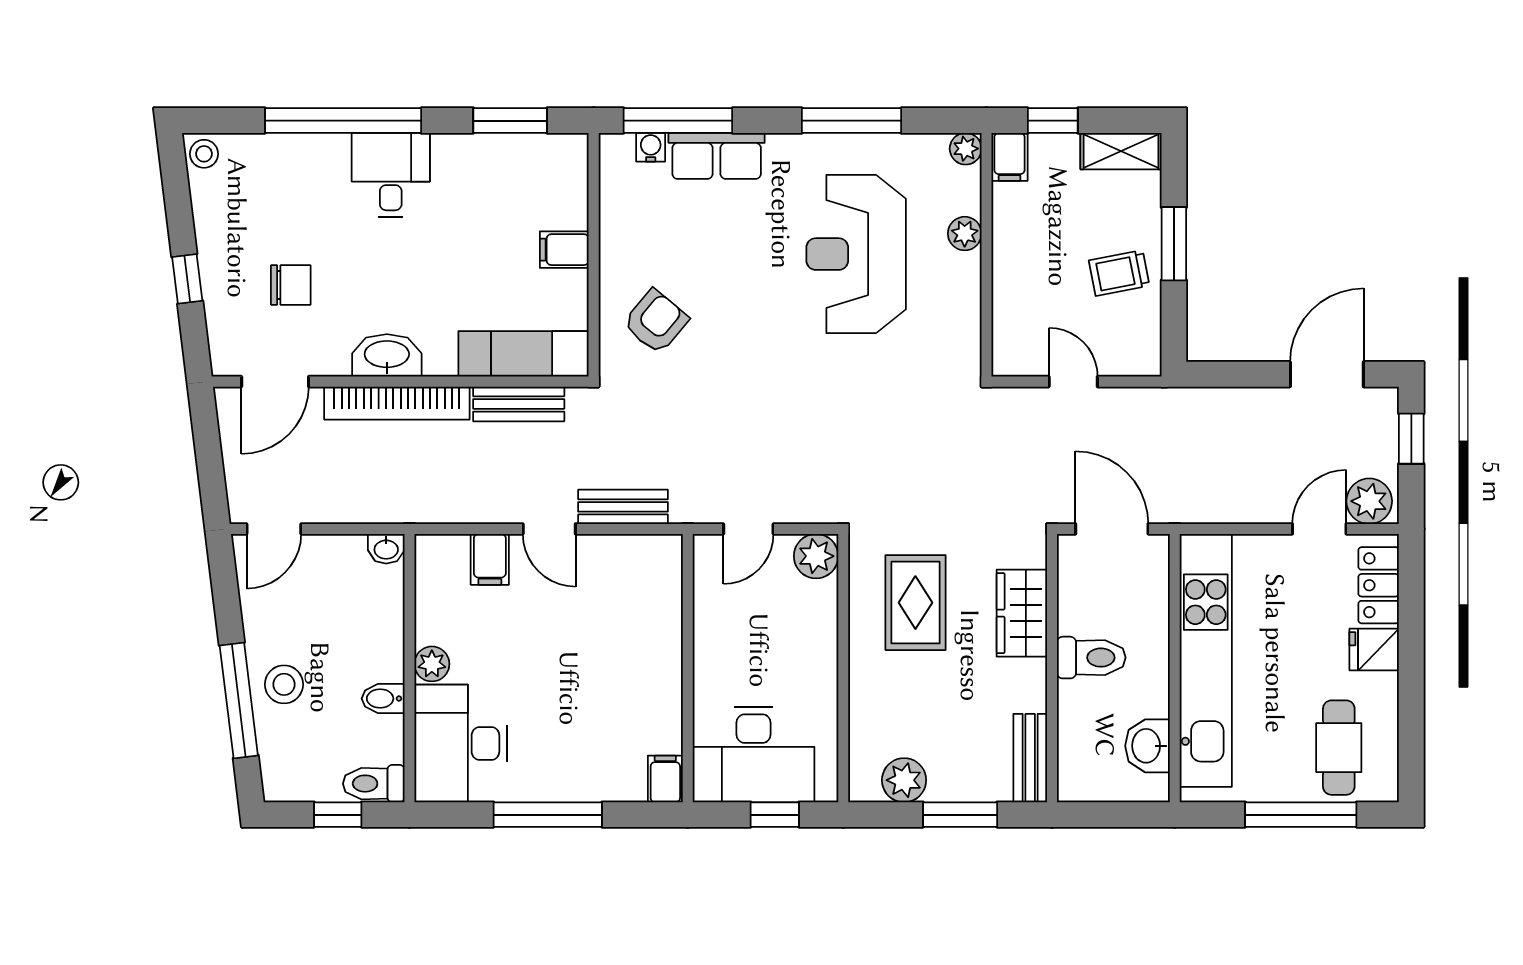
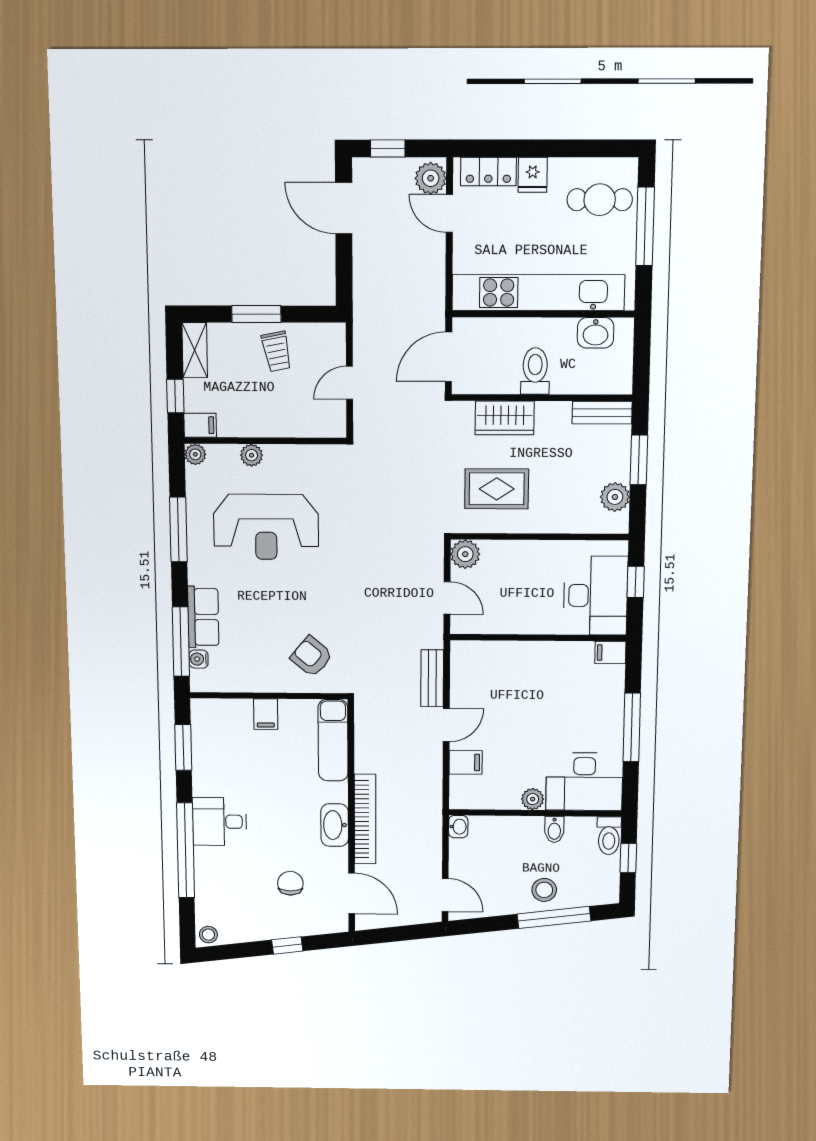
bench: (519, 404) -> (365, 744), removed

